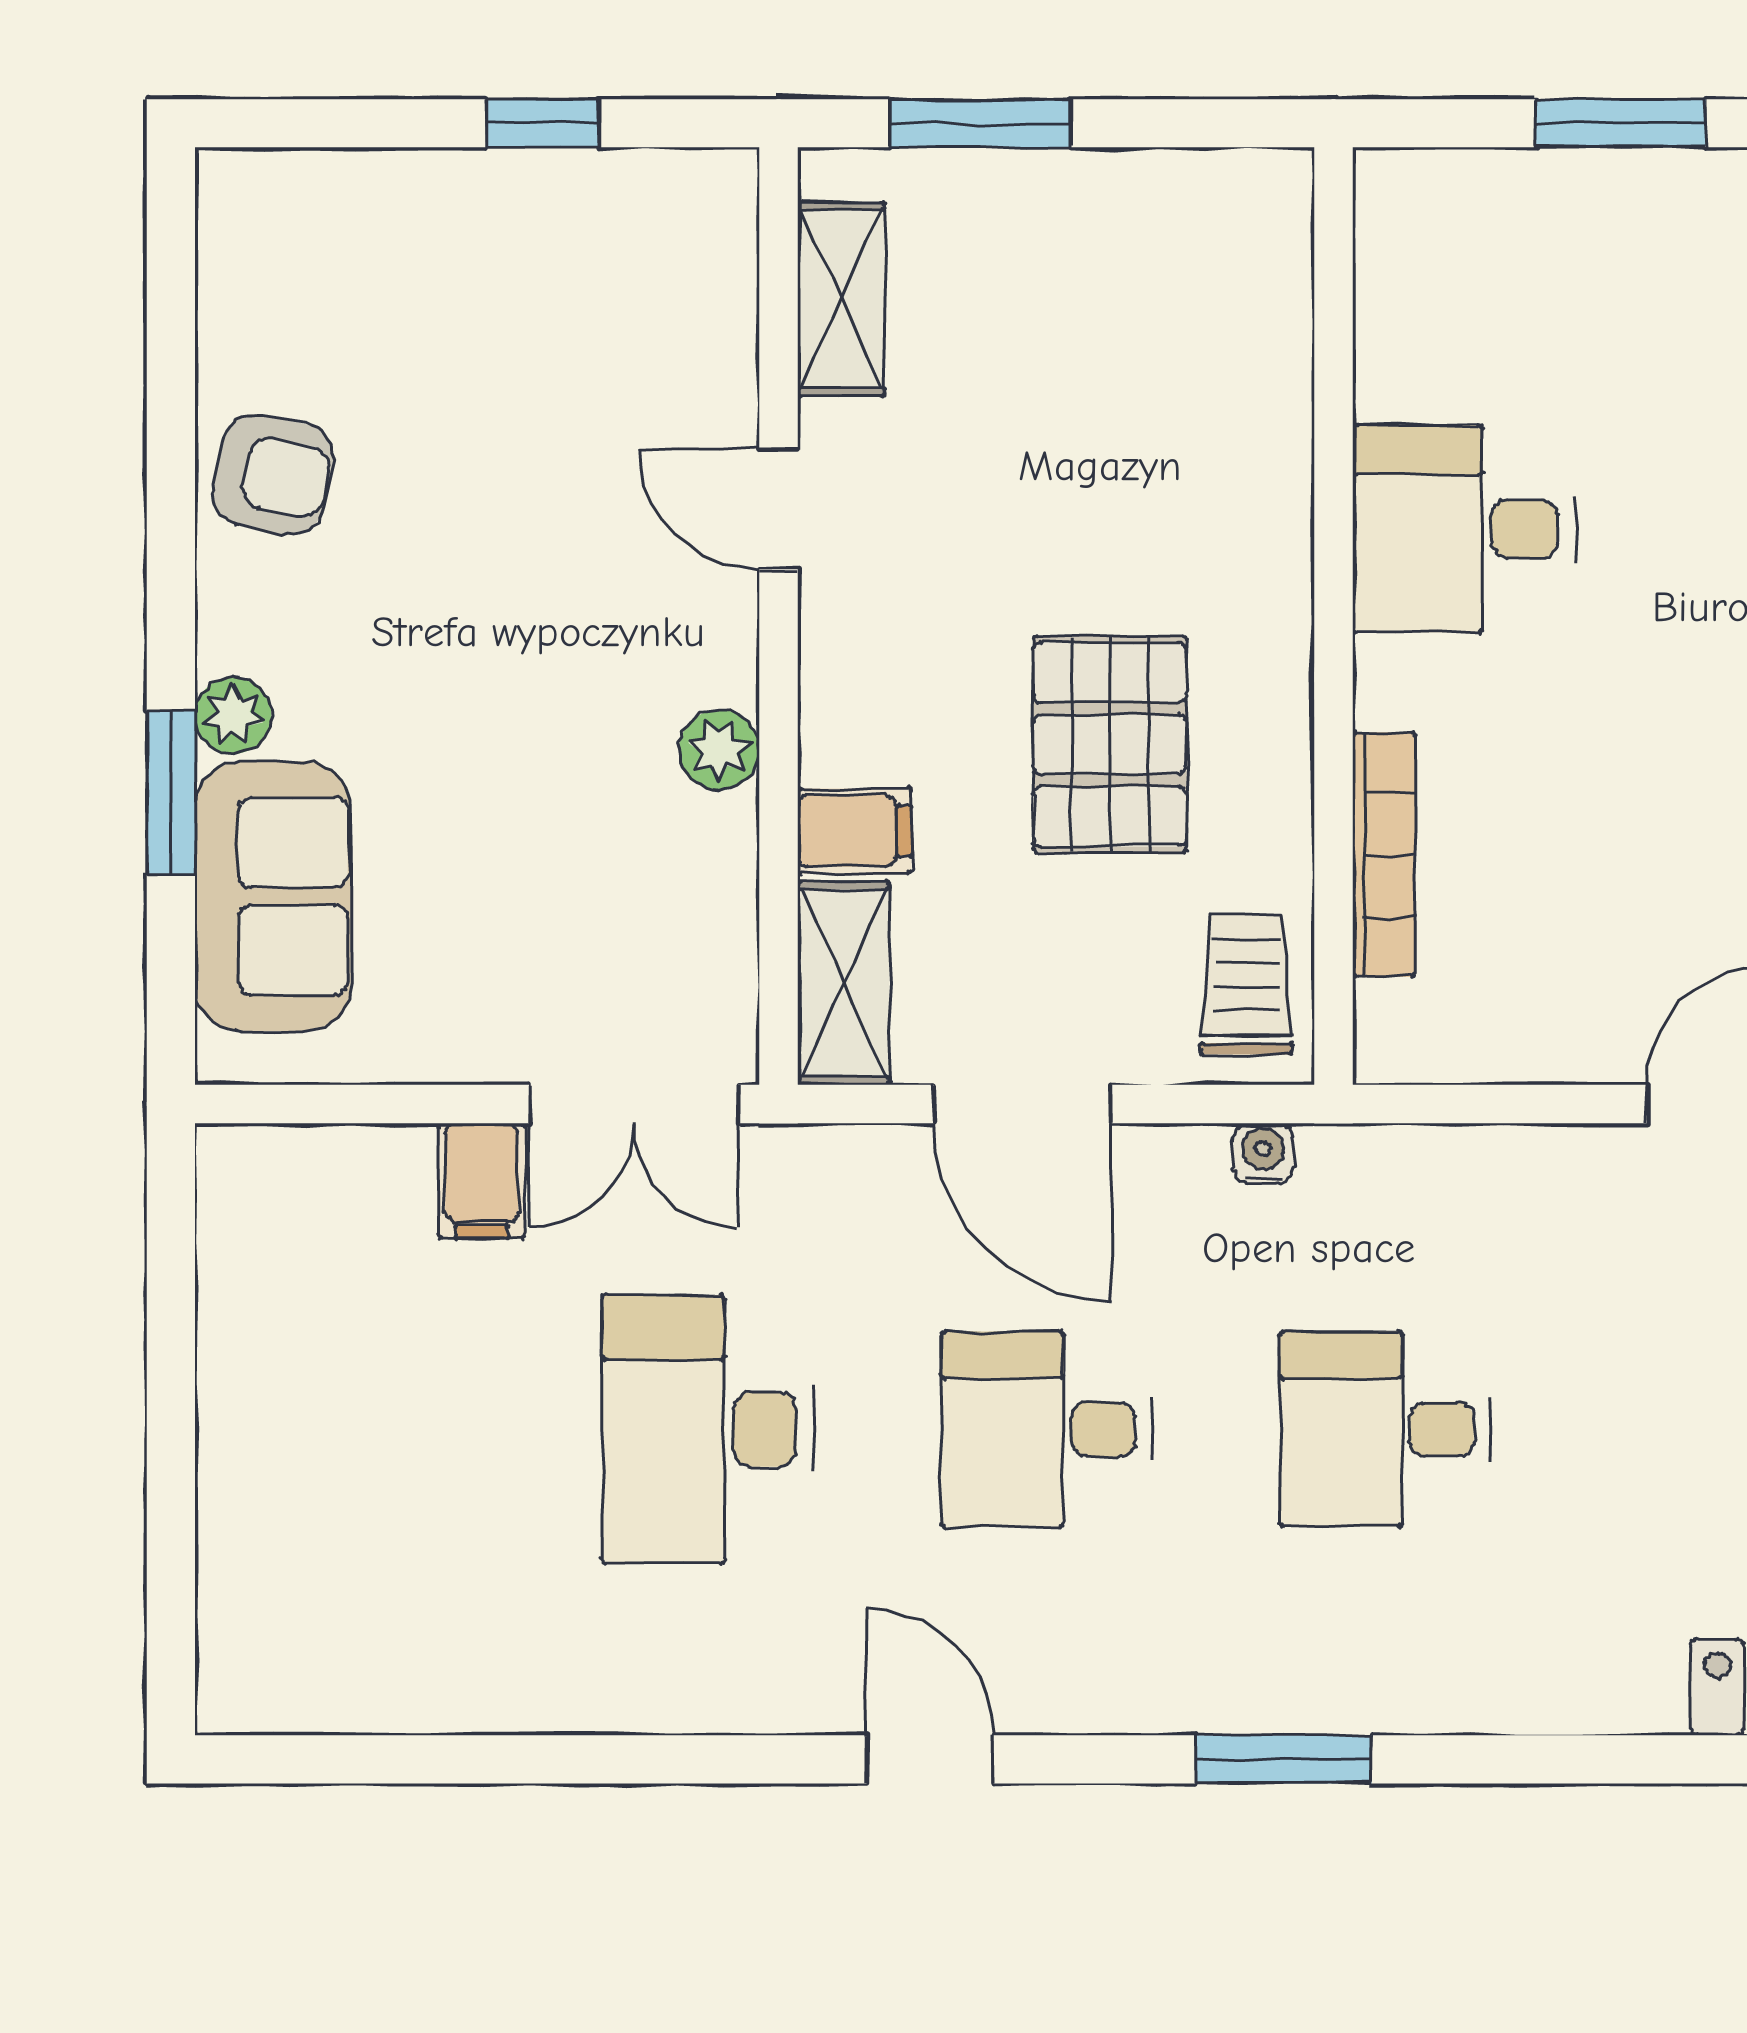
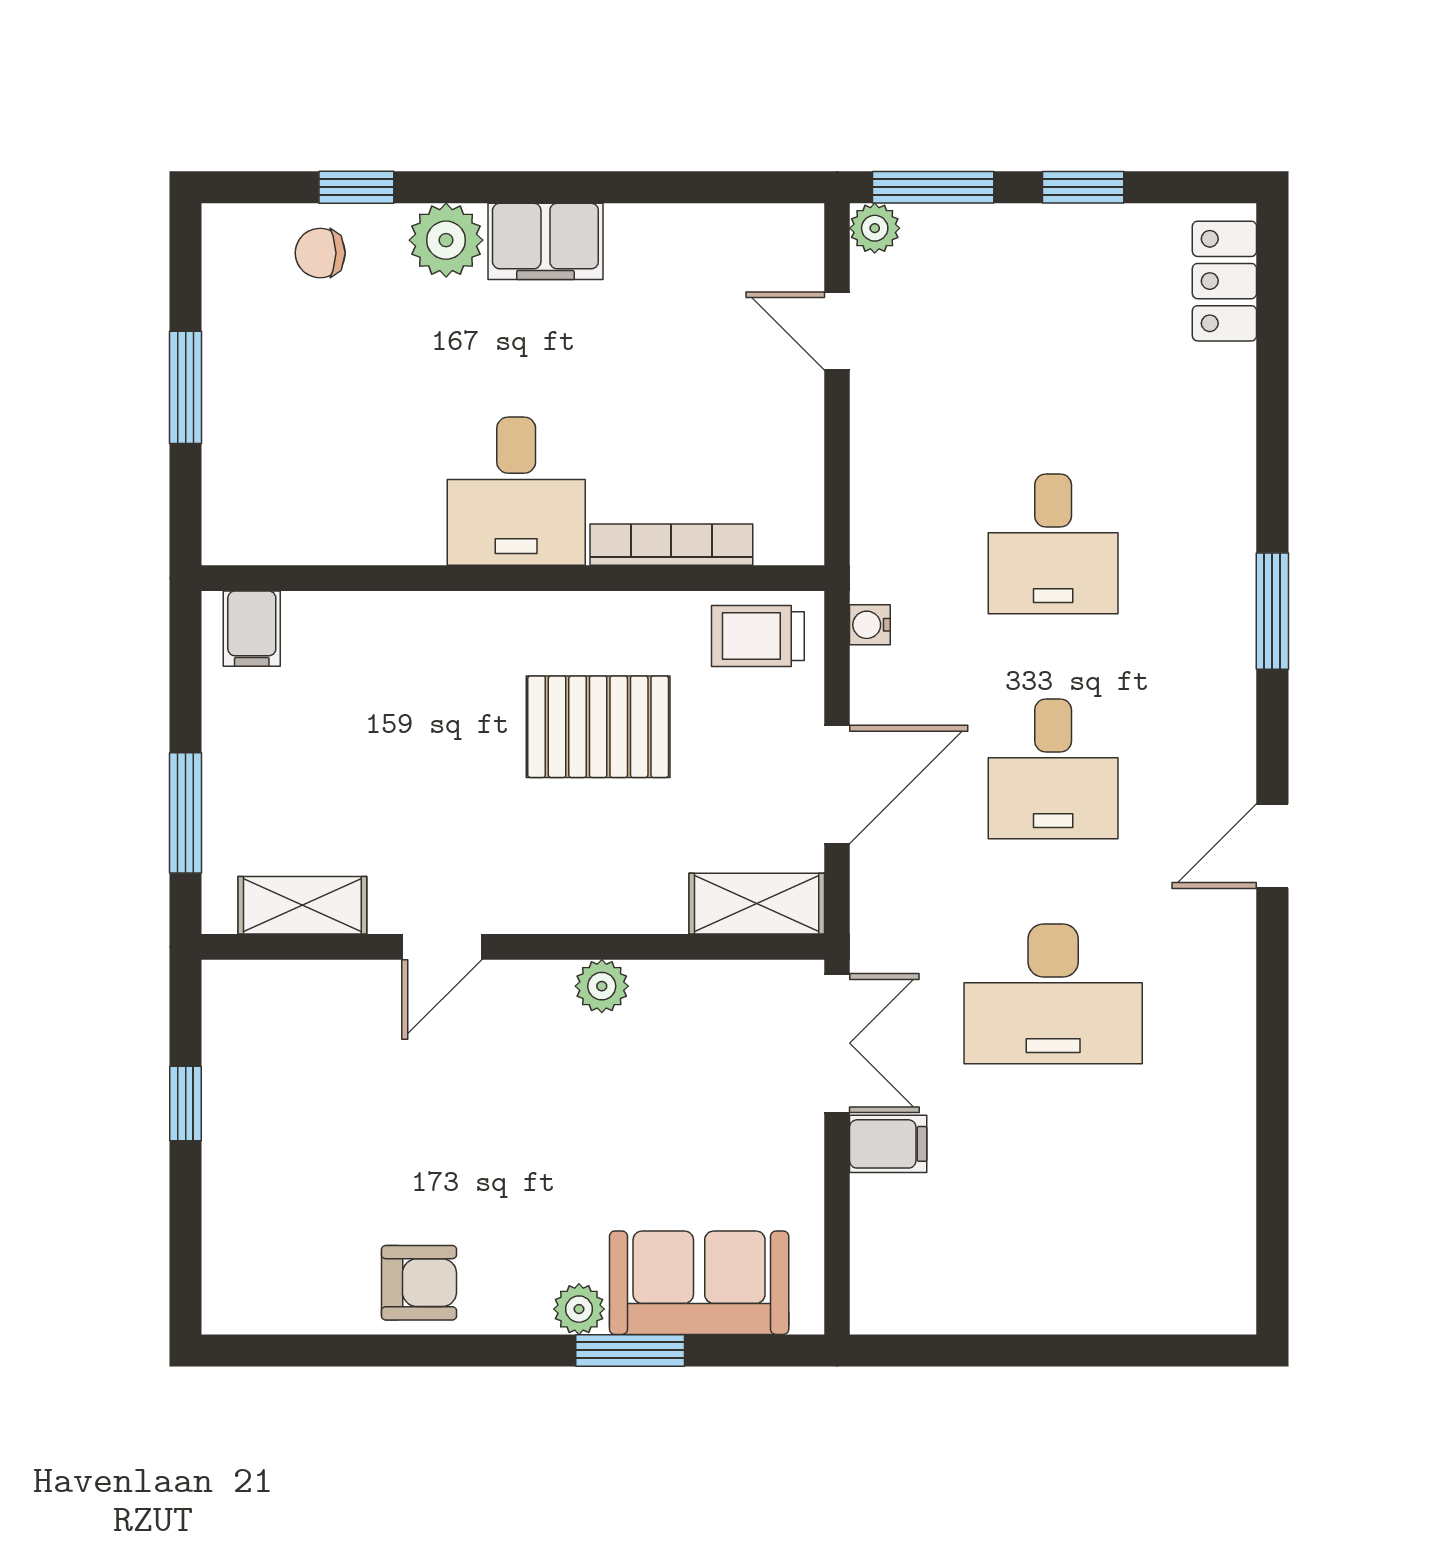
armchair: (273, 475) -> (419, 1283), turned 78
desk: (1464, 529) -> (516, 491), moved
filing cabinet: (855, 831) -> (252, 629), moved, turned 180

